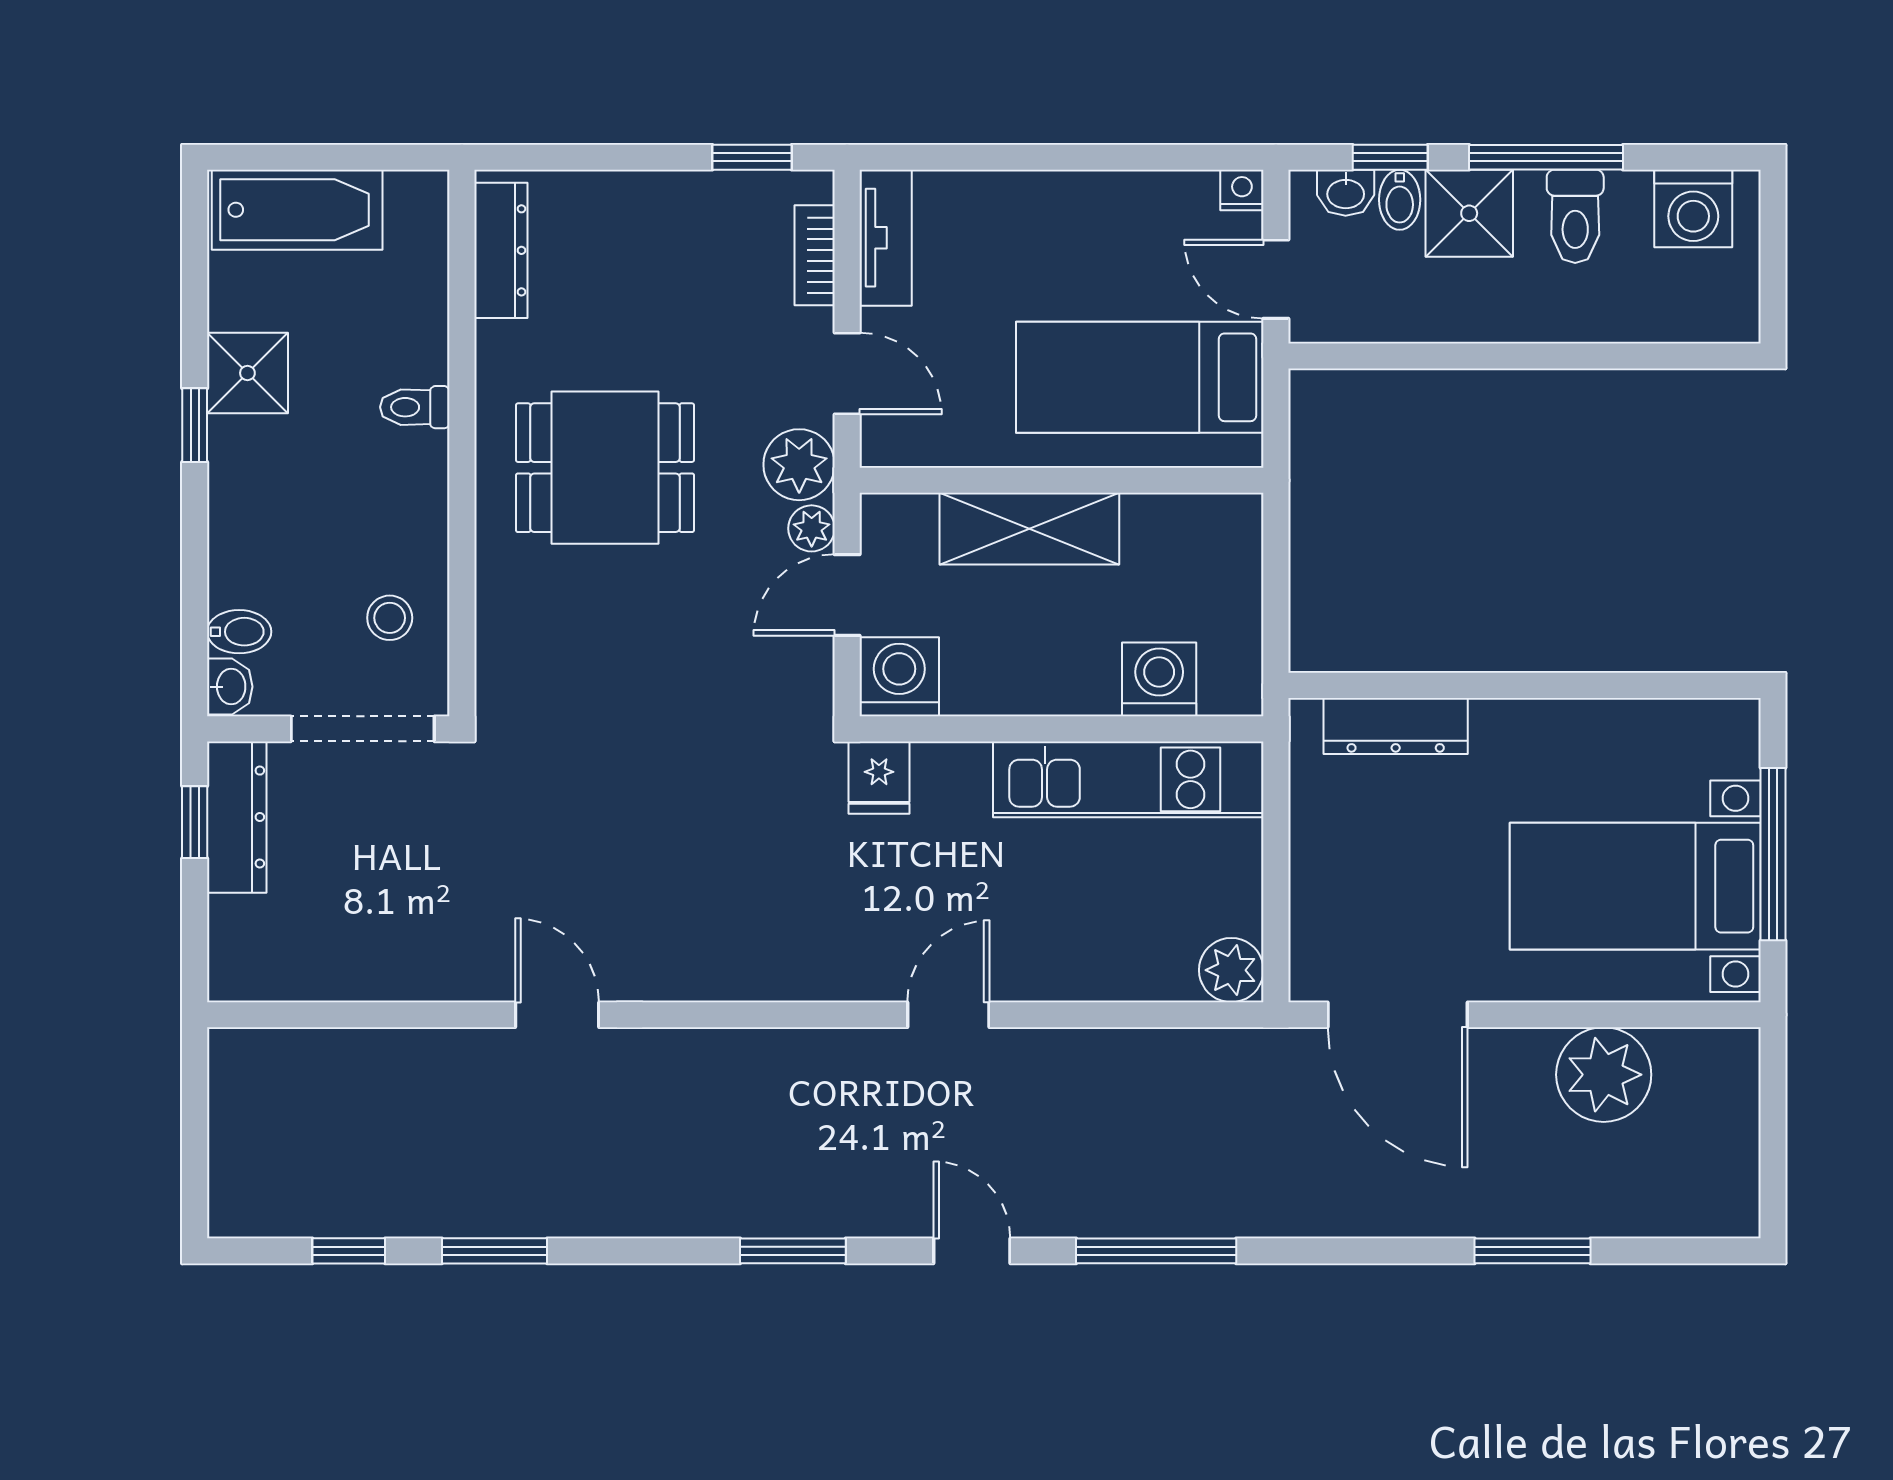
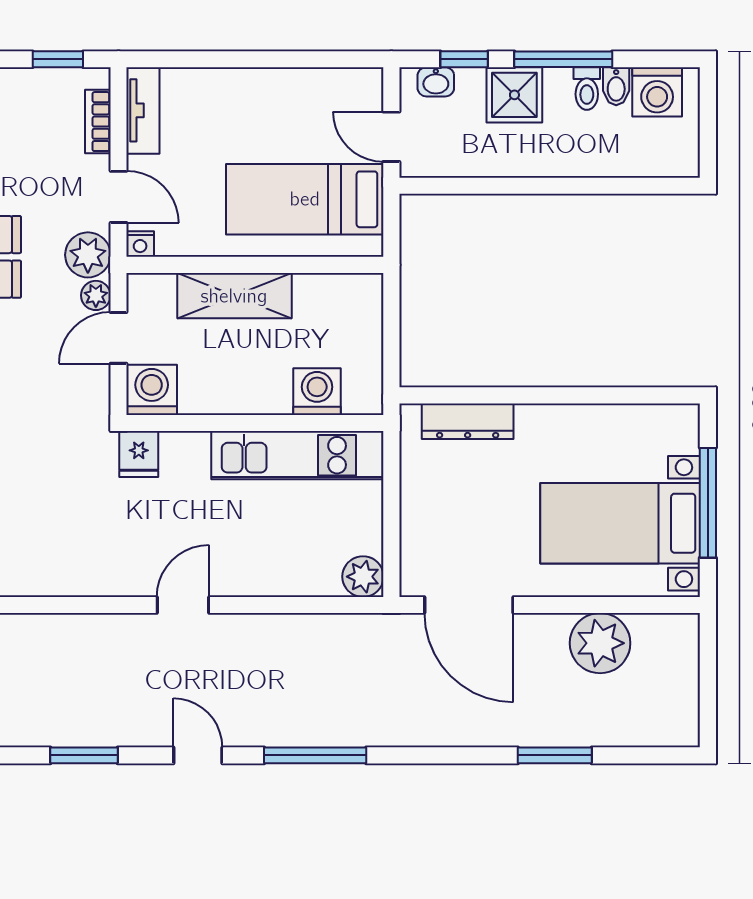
nightstand: (1242, 190) -> (140, 244), moved, turned 180
bidet: (1400, 200) -> (616, 86), moved
toilet: (1575, 216) -> (587, 89), width x0.73, depth x0.72

